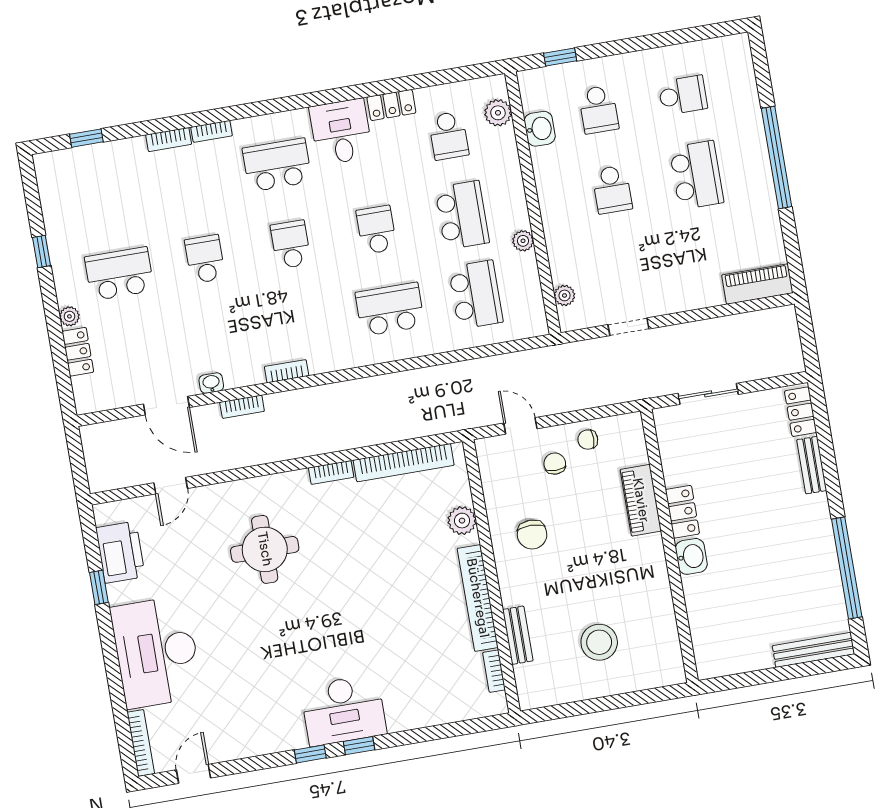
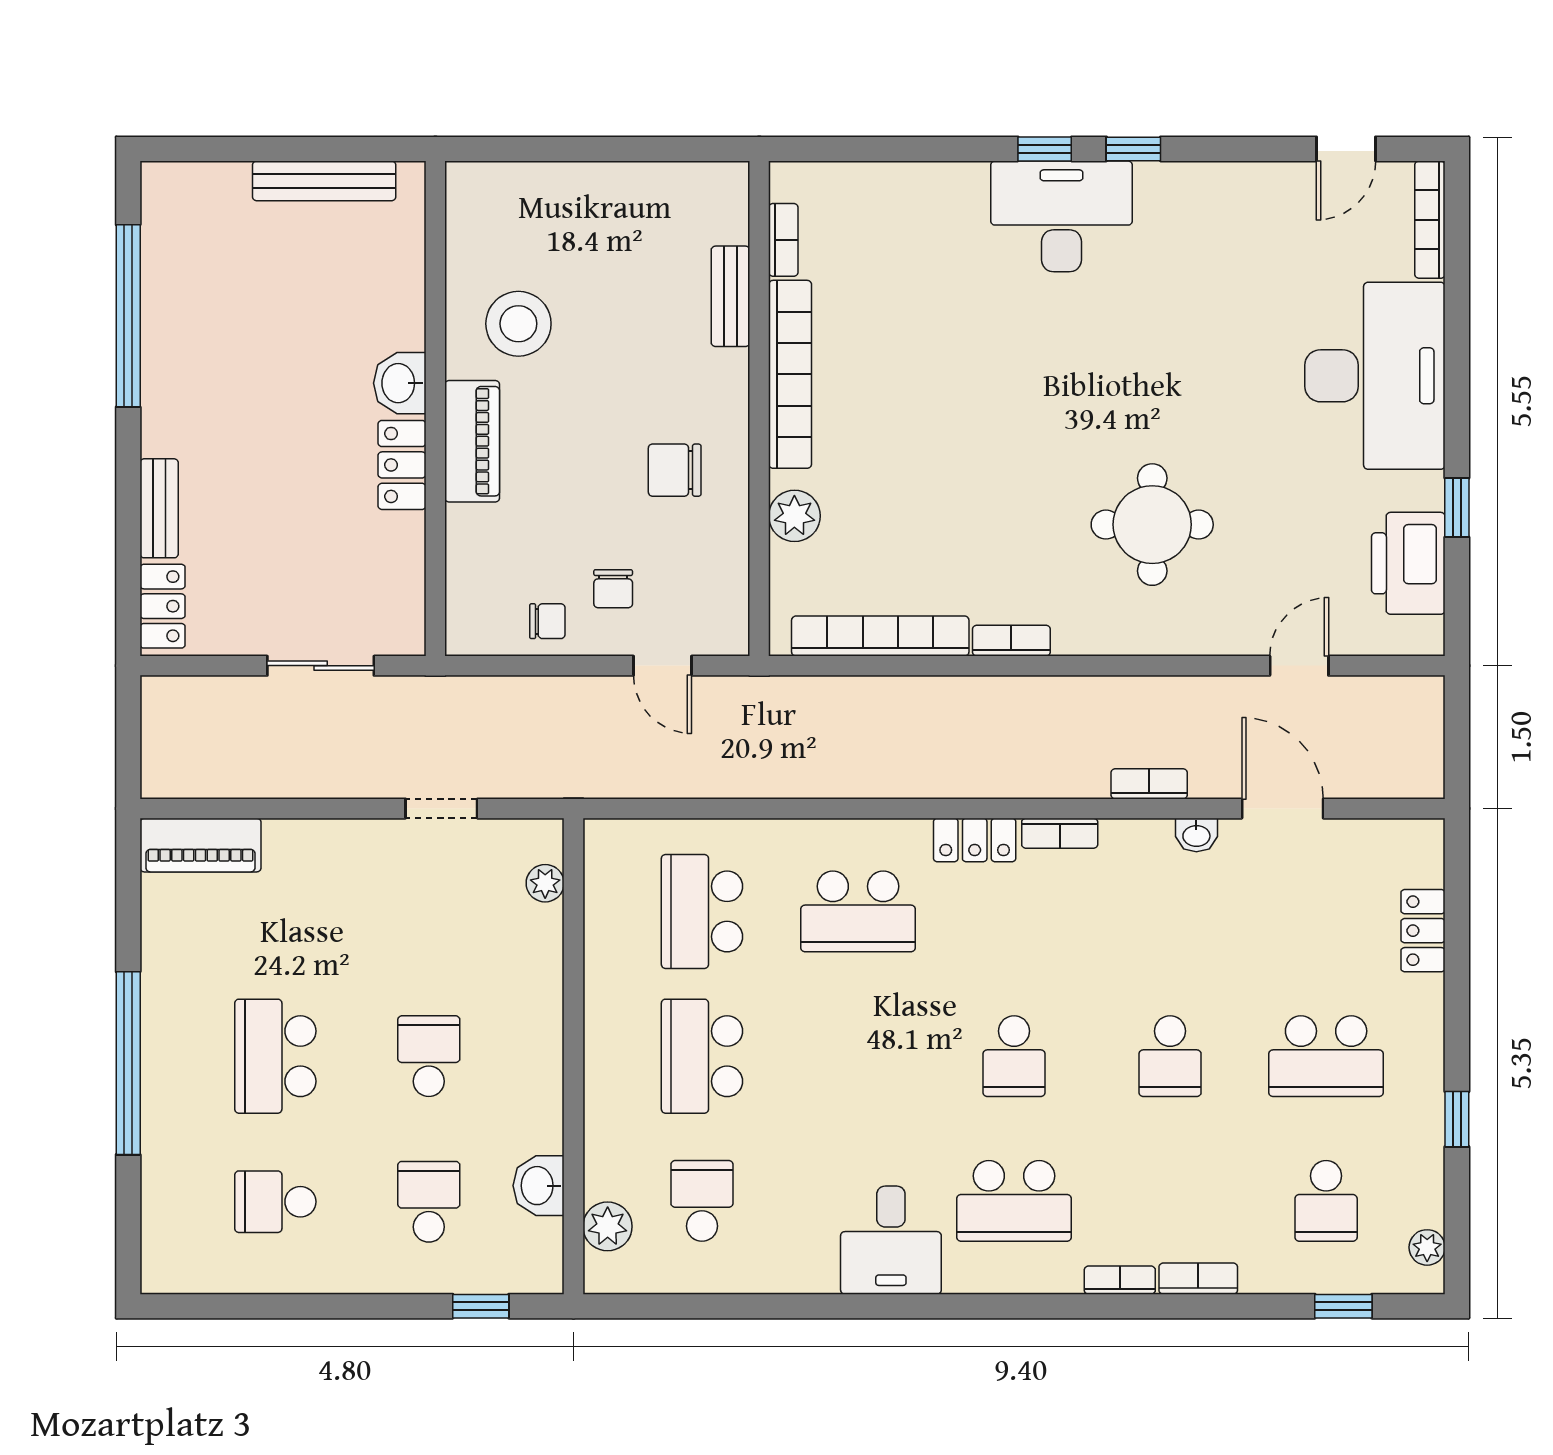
locker: (391, 105) -> (975, 840), moved, turned 180
school desk: (376, 230) -> (1326, 1201), moved
plant: (523, 241) -> (602, 992), removed
plant: (69, 316) -> (1427, 1247), moved
piano: (641, 500) -> (472, 441), moved
chair: (532, 534) -> (675, 470), turned -90
stool: (599, 642) -> (518, 324), moved
bench: (813, 650) -> (324, 181), moved

